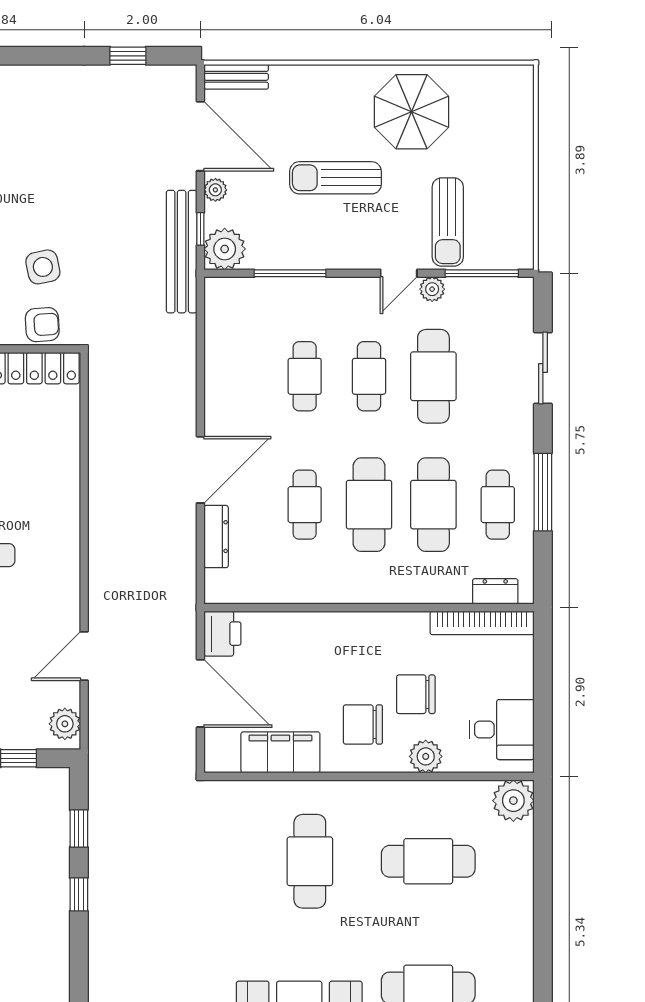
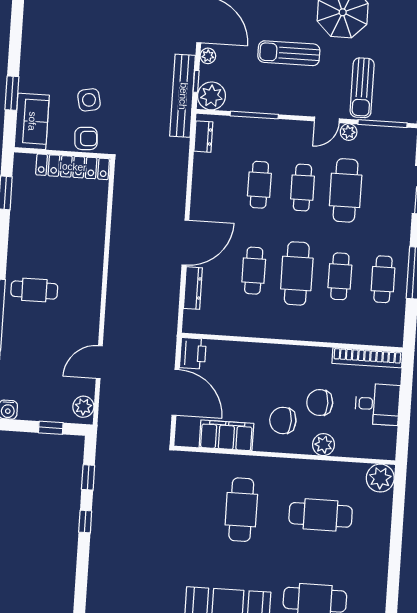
cafe table: (433, 505) -> (340, 276), width x0.73, depth x0.74
dresser: (495, 591) -> (203, 137), moved, turned 90
desk: (502, 730) -> (377, 404), moved

